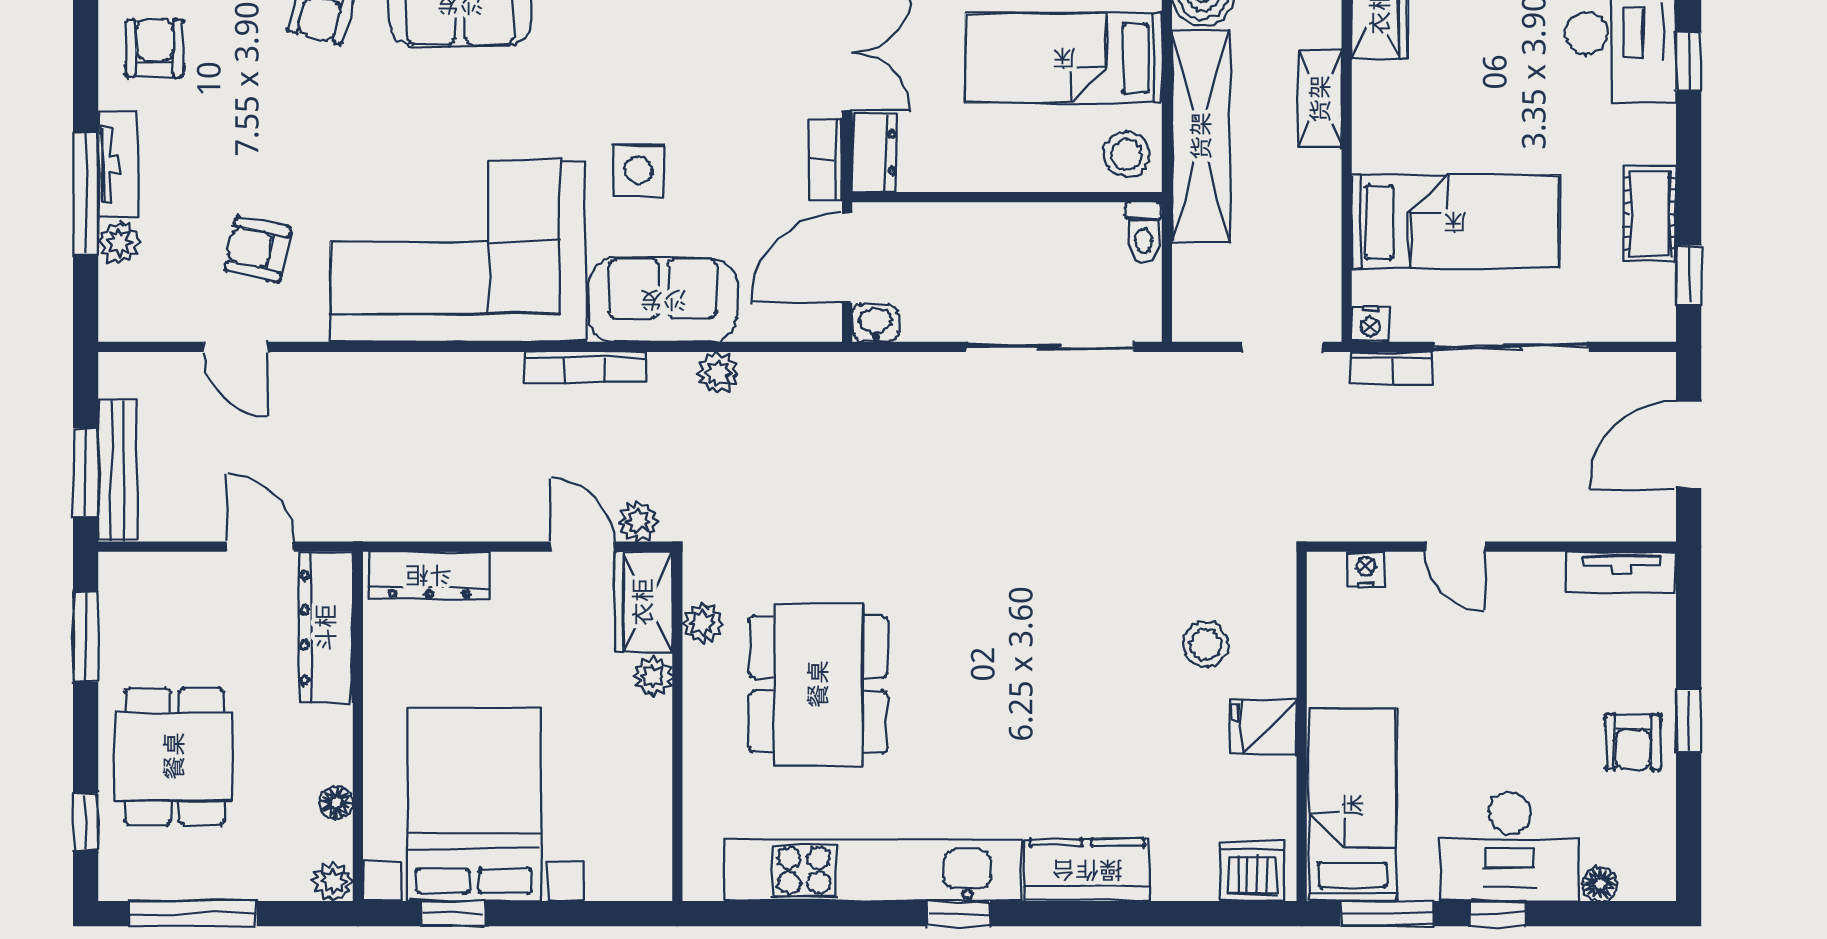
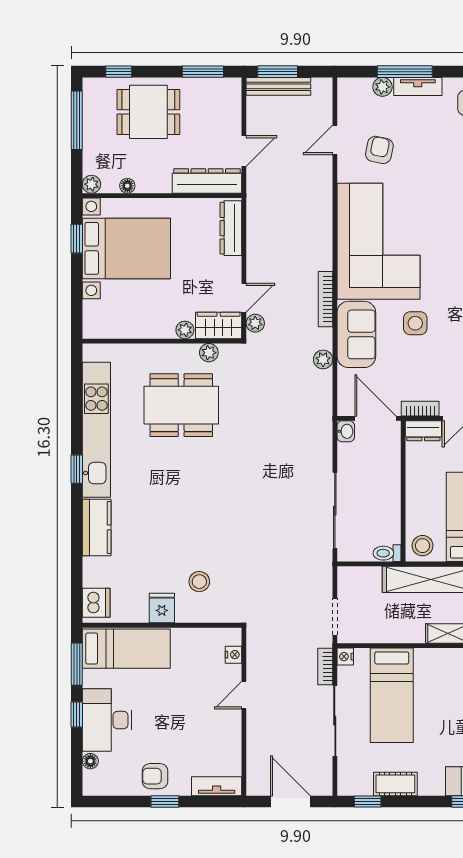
tv unit: (1621, 573) -> (217, 786), moved, turned 90

